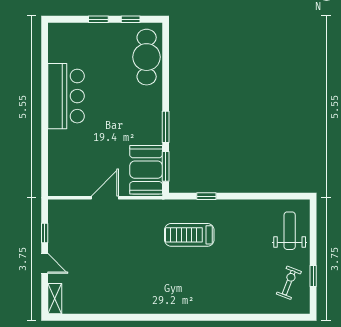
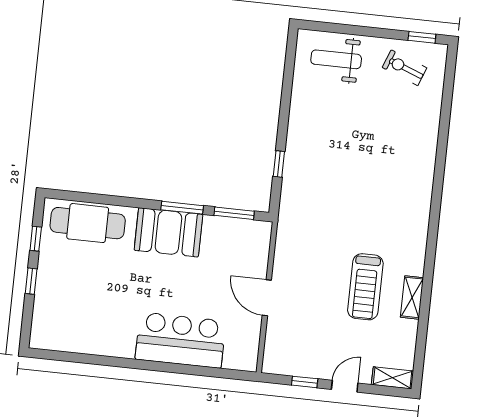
bar counter: (66, 96) -> (180, 340), moved
booth: (146, 170) -> (168, 232), moved
treadmill: (189, 235) -> (365, 287), moved
window: (313, 276) -> (422, 37), moved
shelving: (117, 307) -> (412, 297), added

